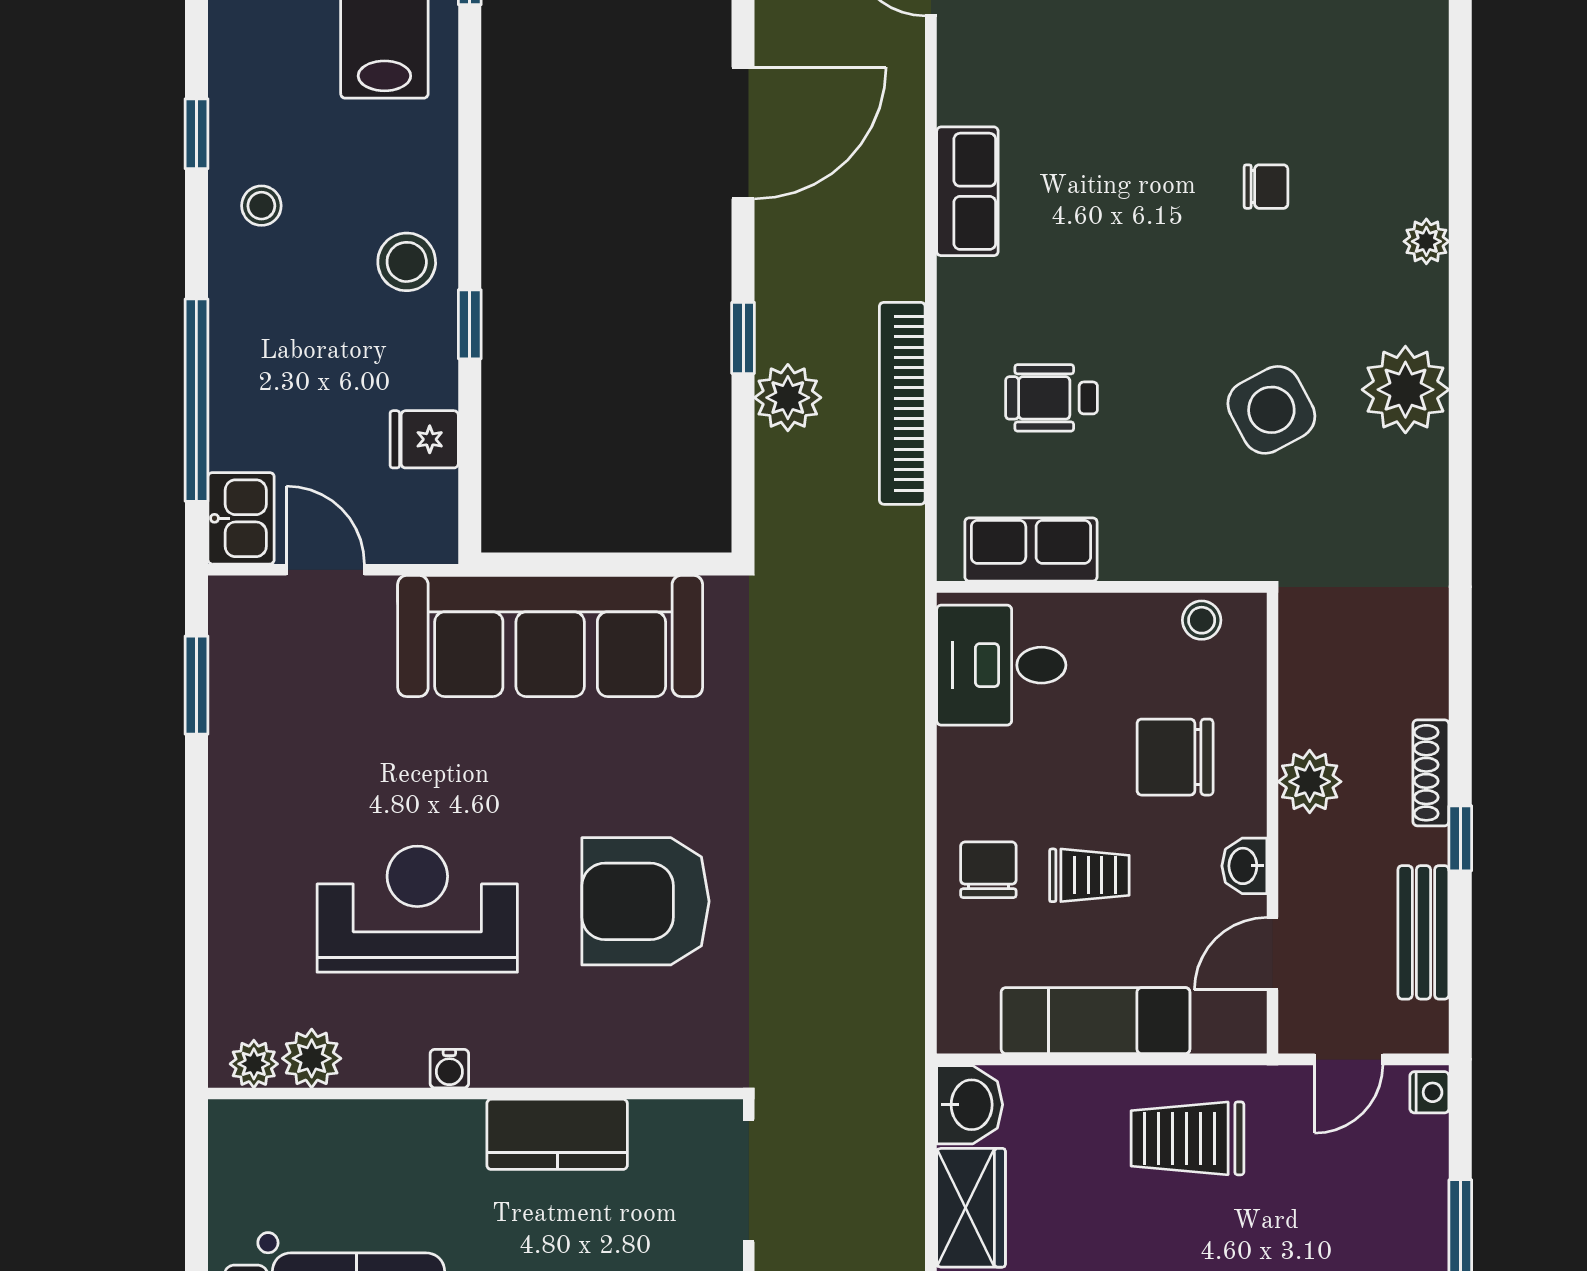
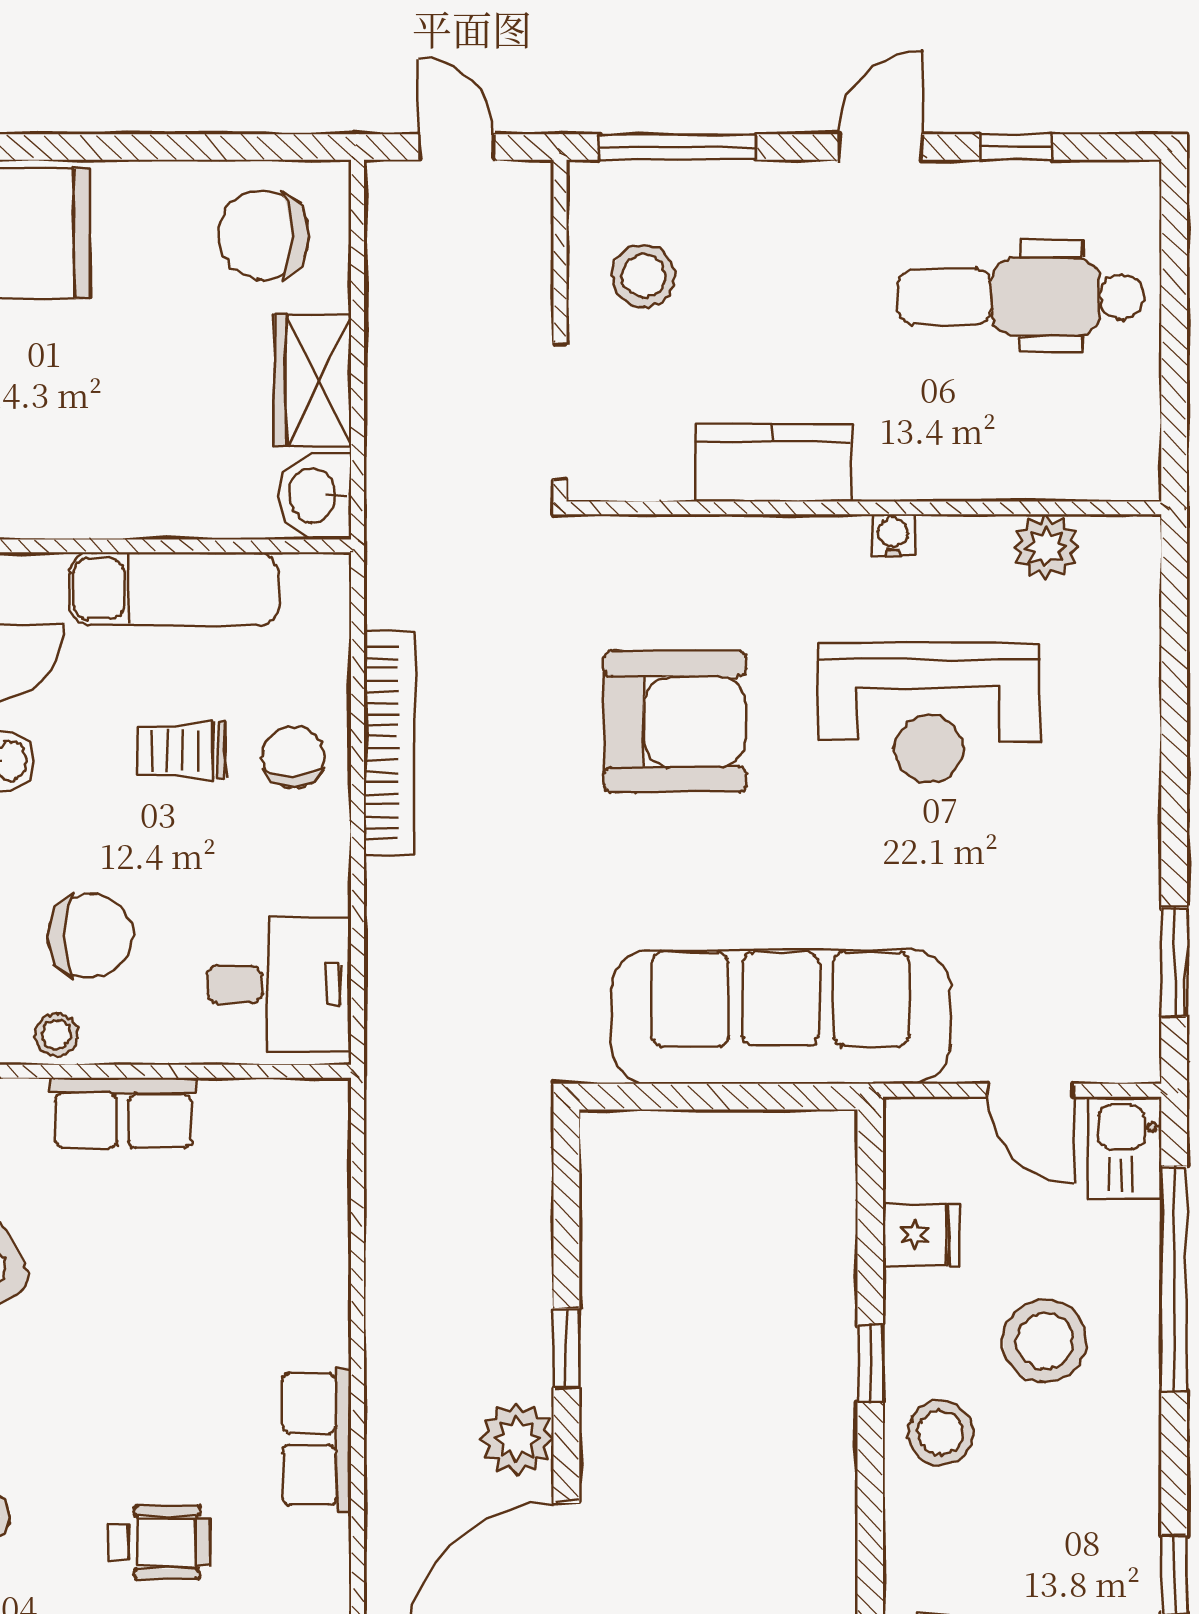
row of seats: (967, 191) -> (317, 1439), moved
stool: (261, 206) -> (1045, 1341), moved, width x1.89, depth x1.89
plant: (788, 398) -> (517, 1439), moved
wheelchair: (1052, 398) -> (159, 1542), moved
bookcase: (902, 403) -> (389, 743), moved
row of seats: (1031, 549) -> (123, 1113), moved
chair: (1175, 757) -> (90, 936), moved
chair: (988, 870) -> (294, 757), turned 180
plant: (254, 1064) -> (1110, 541), removed
trolley: (1187, 1138) -> (72, 458), removed

